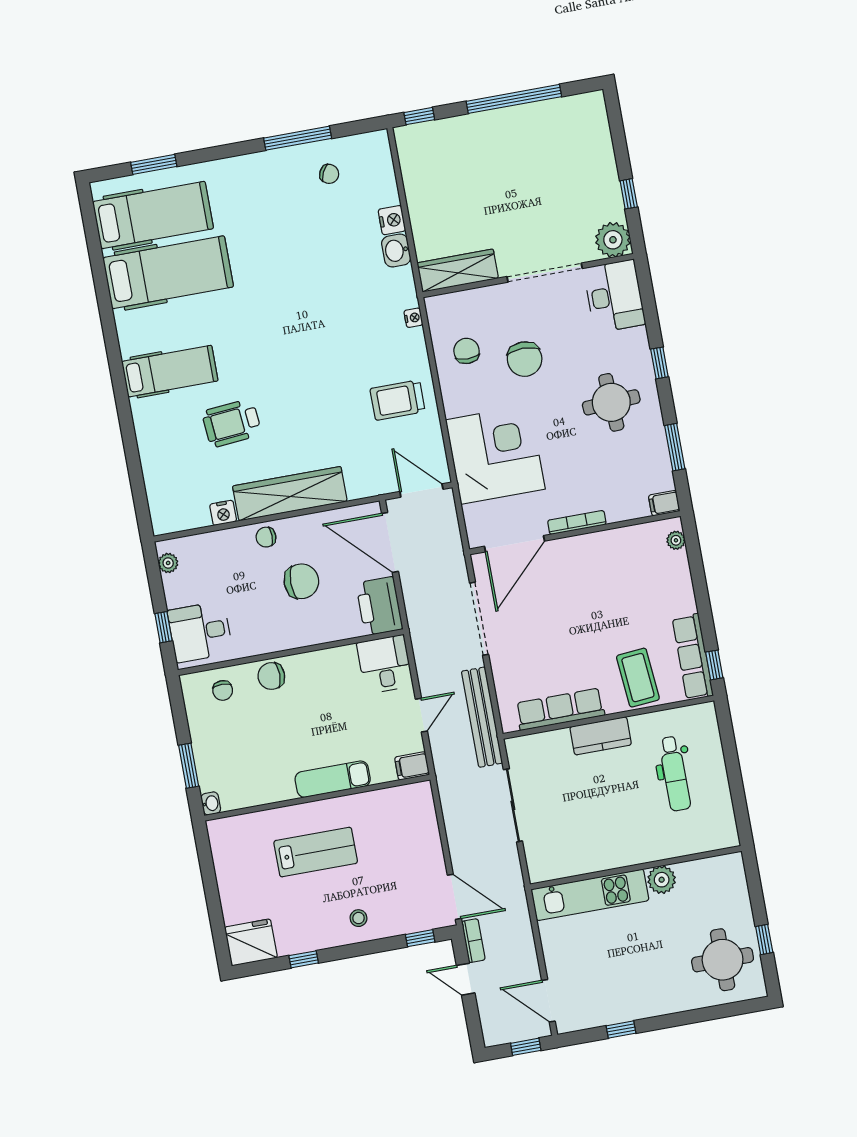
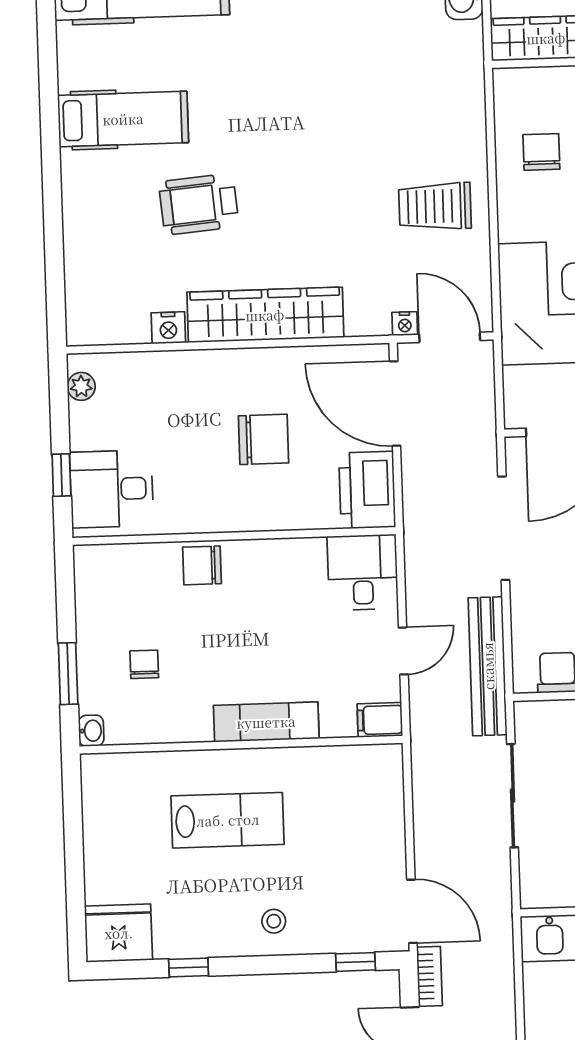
nightstand: (413, 318) -> (405, 324), moved, turned 90
chair: (266, 537) -> (223, 370), removed
chair: (223, 690) -> (144, 664), moved, turned 180

